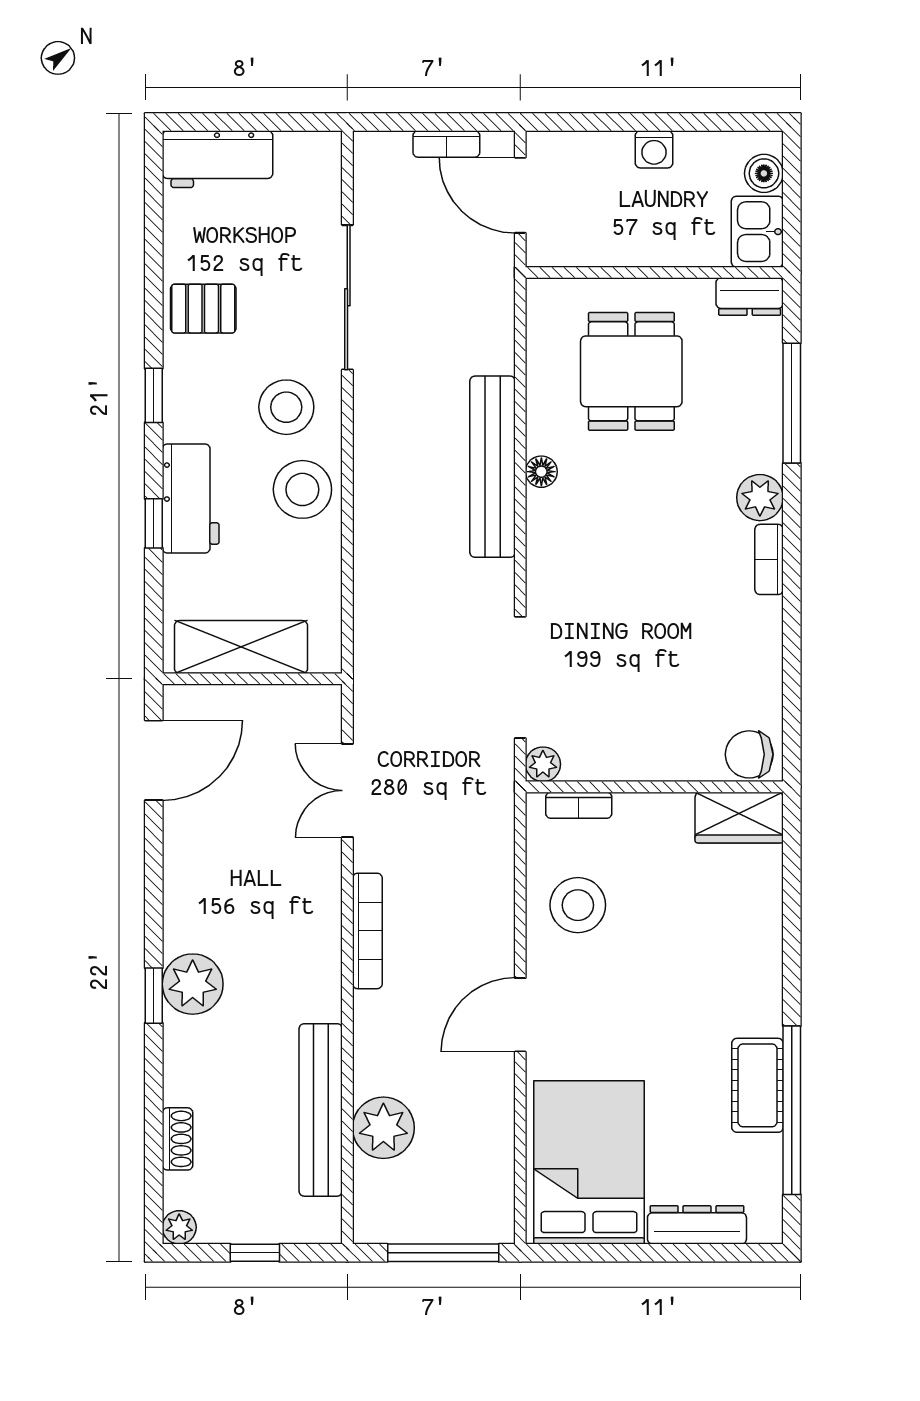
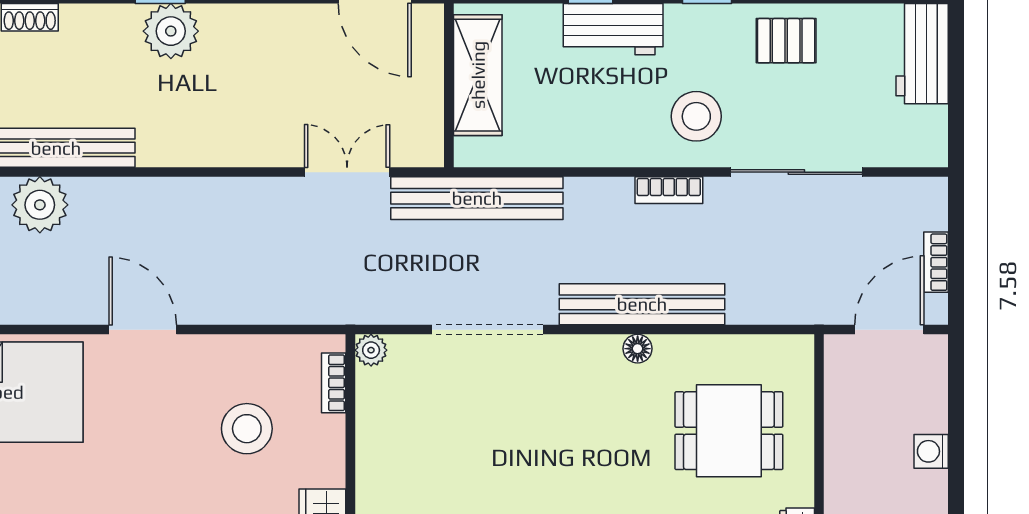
pallet: (203, 309) -> (786, 41), turned 90
stool: (302, 489) -> (621, 131), removed
bench: (376, 648) -> (477, 198), added
doorway: (520, 677) -> (487, 330), moved
stool: (578, 905) -> (247, 429), moved
bookcase: (367, 931) -> (669, 190), moved, width x0.64

